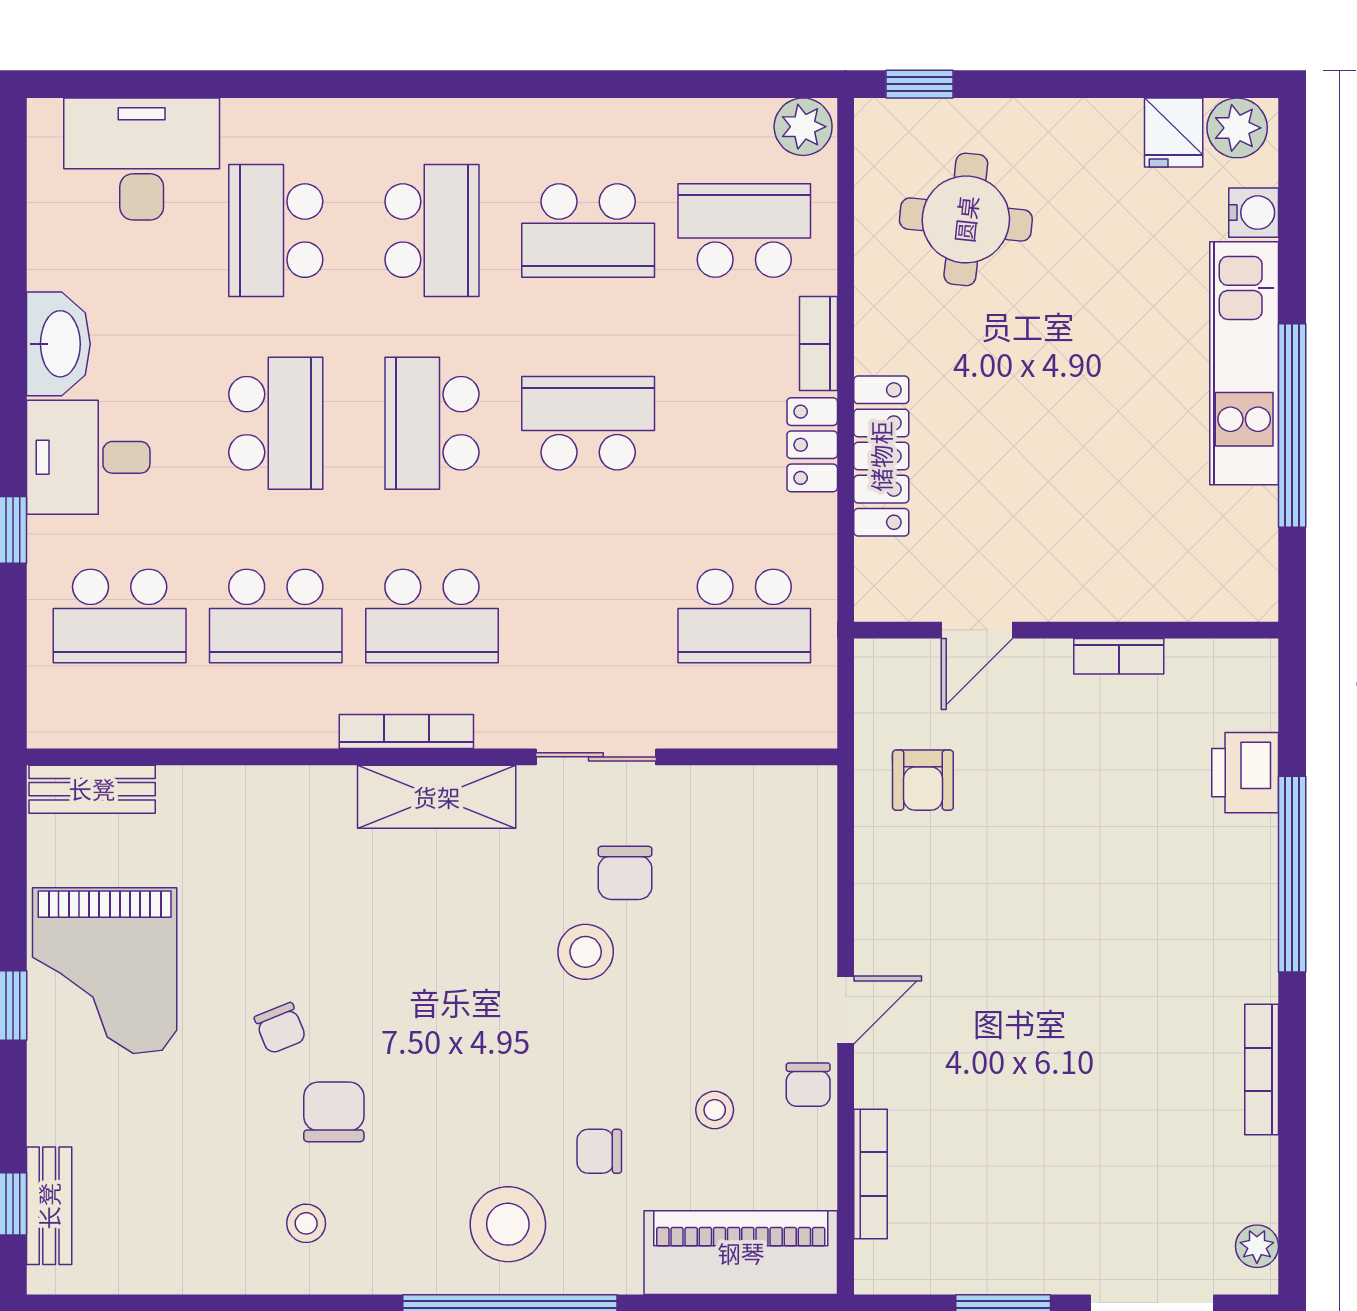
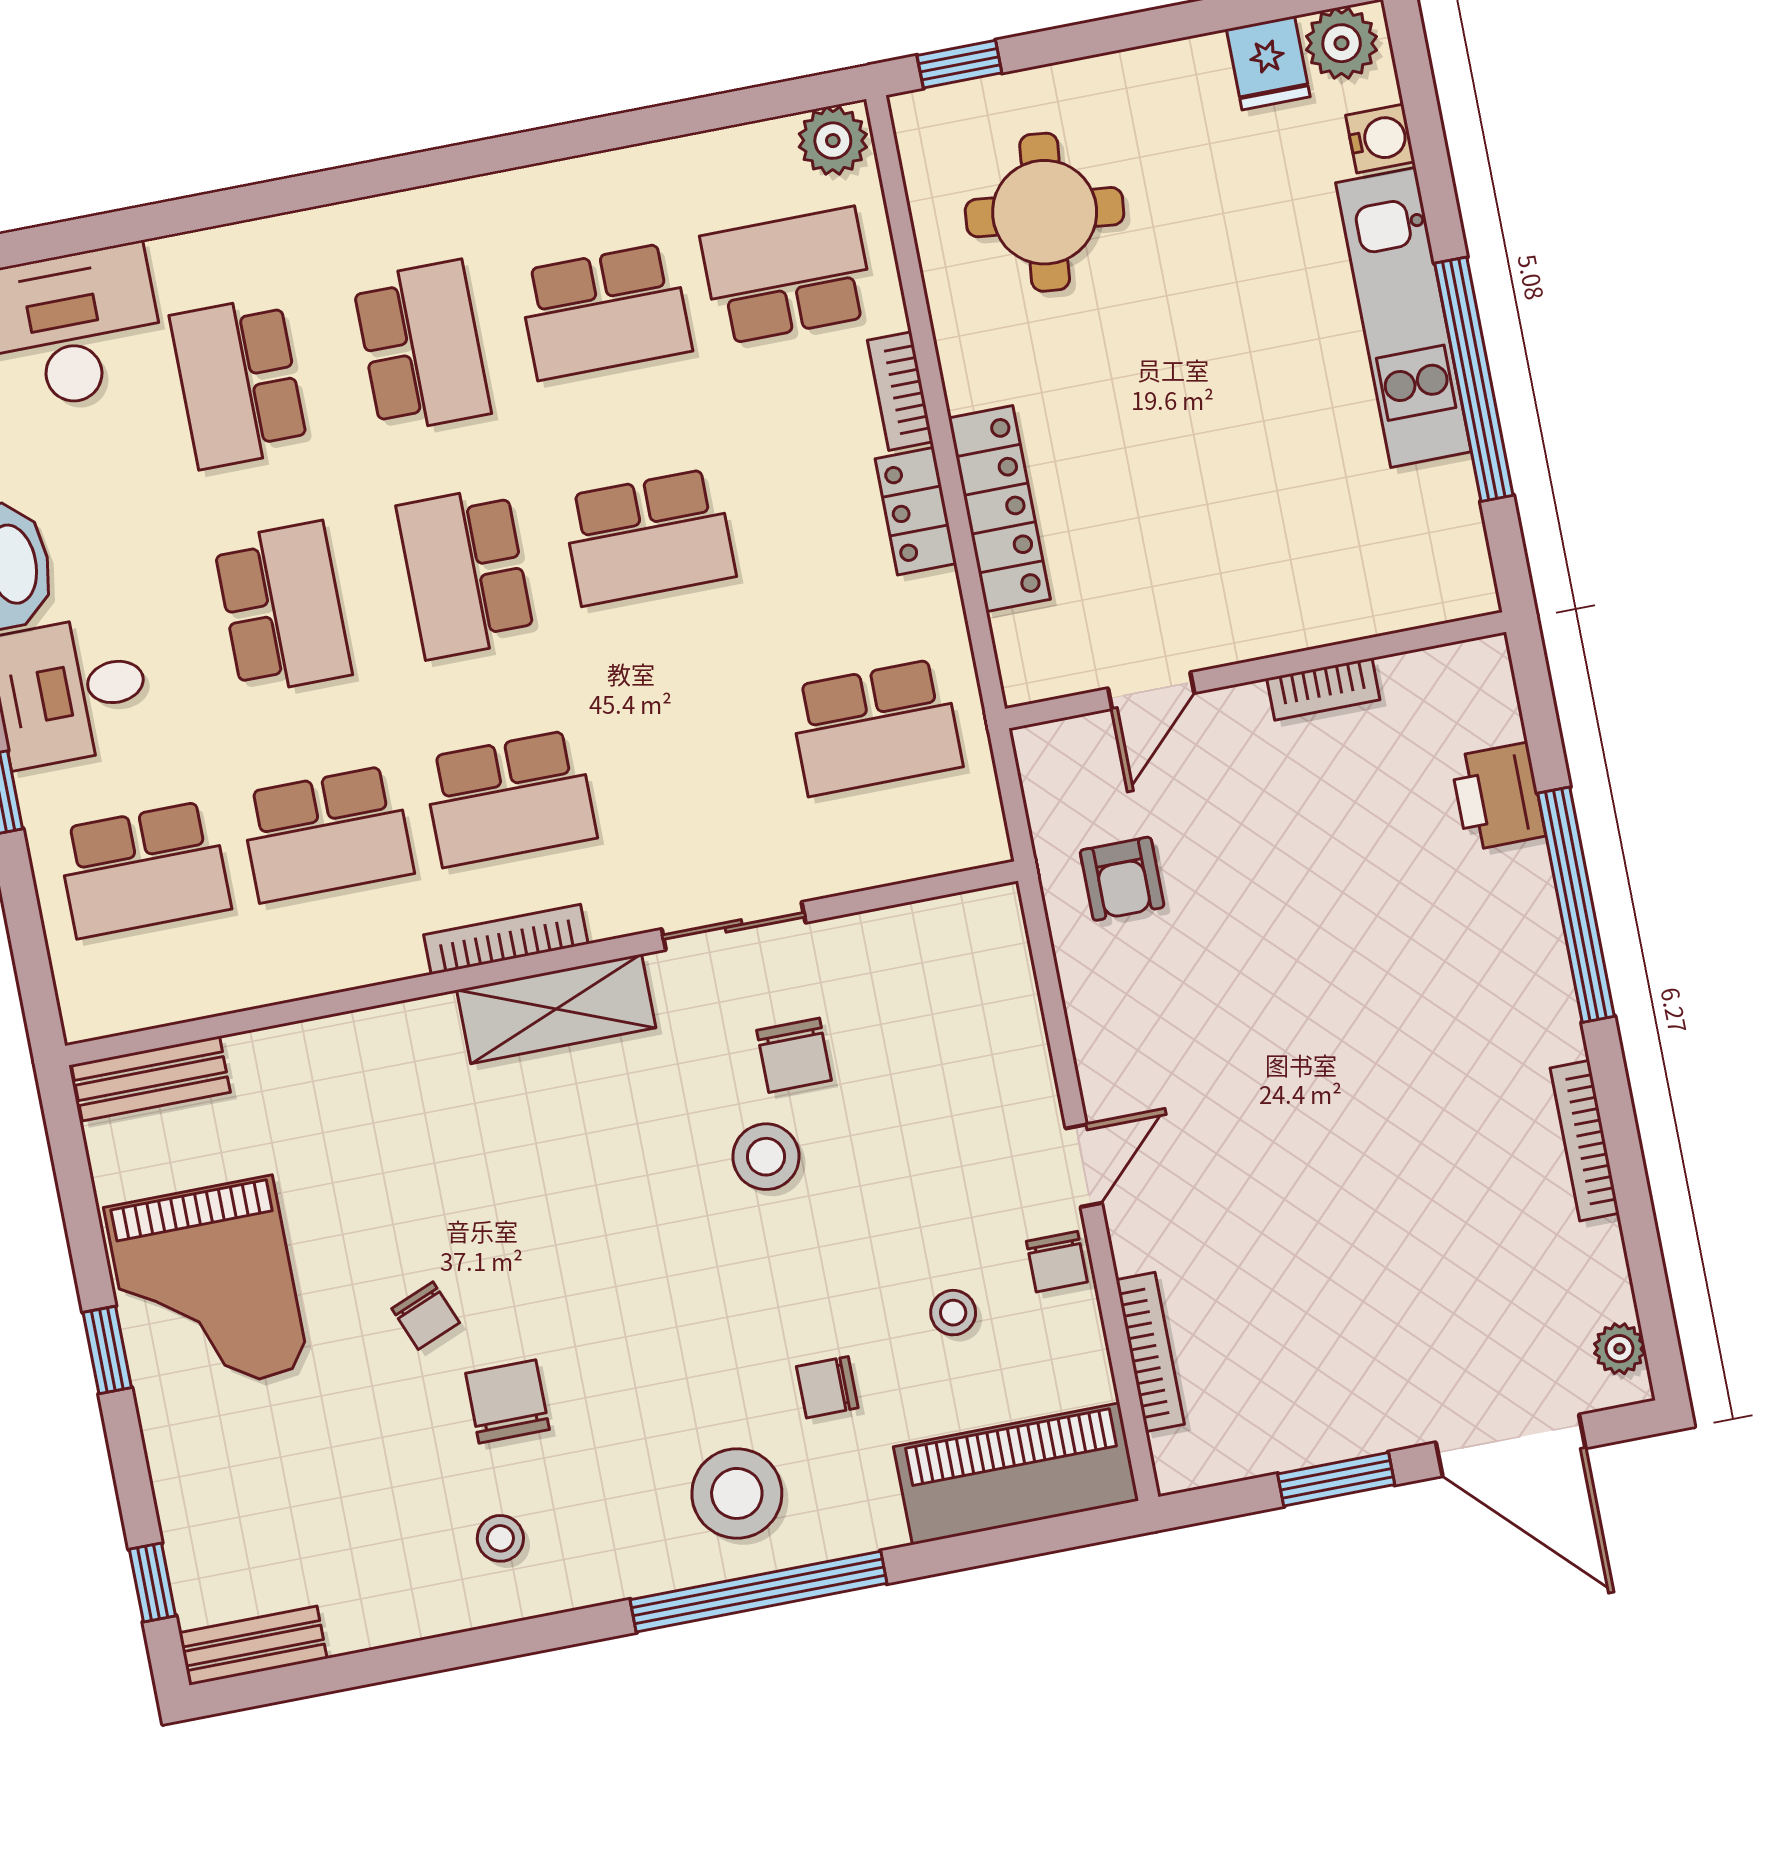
school desk: (588, 423) -> (649, 537), turned 180
bench: (49, 1206) -> (253, 1646), moved, turned 90

